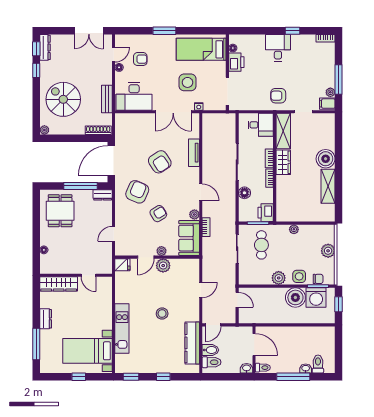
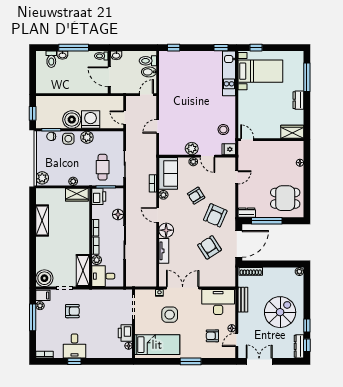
desk: (278, 48) -> (75, 346), moved
armchair: (278, 96) -> (72, 311), moved
spiral stairs: (63, 99) -> (280, 312), moved, turned -90
plant: (268, 143) -> (97, 260), added
boiler: (326, 159) -> (44, 278), moved
armchair: (160, 162) -> (210, 247), moved
wardrobe: (283, 162) -> (77, 195), moved, turned -90
floor lamp: (191, 175) -> (166, 230), added
dining table: (60, 211) -> (285, 198), turned 90
plant: (328, 251) -> (42, 178), moved
door: (146, 257) -> (207, 156), swing flipped
door: (88, 275) -> (247, 140), moved
wardrobe: (59, 284) -> (292, 132), width x0.67
washing machine: (316, 298) -> (91, 119), moved
stool: (162, 313) -> (223, 130), moved
kitchen unit: (122, 329) -> (229, 73), moved
kitchen counter: (192, 343) -> (165, 78), removed
window: (79, 377) -> (256, 48), moved
window: (163, 377) -> (174, 48), moved

